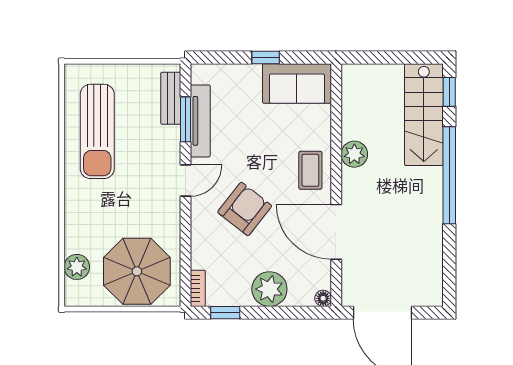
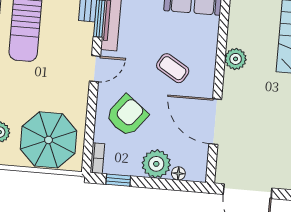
coffee table: (310, 170) -> (173, 68), moved, turned -59
armchair: (245, 209) -> (127, 116), moved
floor lamp: (323, 298) -> (178, 173), moved

